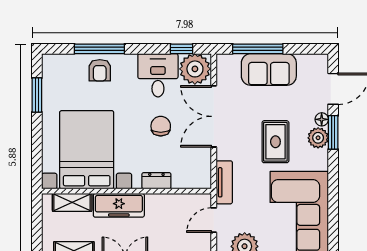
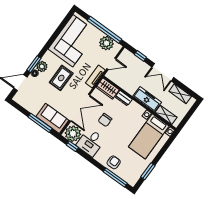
window: (99, 49) -> (115, 177), moved
sofa: (269, 69) -> (52, 118), moved
bed with nightstands: (87, 150) -> (149, 136), width x0.73
wardrobe: (192, 178) -> (108, 88), added

